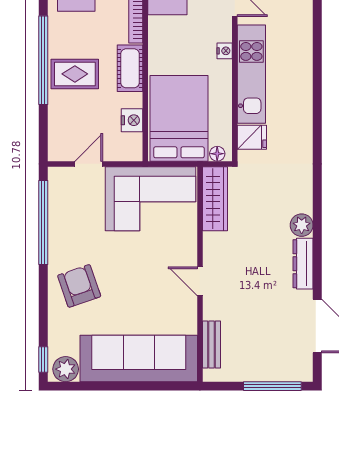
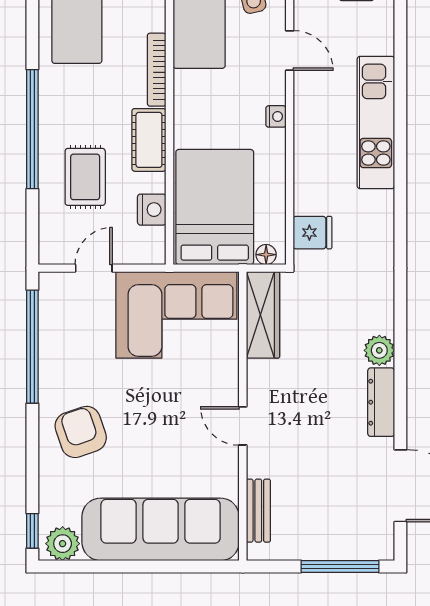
rug: (75, 74) -> (85, 177), moved, turned 90
kitchen unit: (251, 74) -> (376, 123), moved, turned 180

